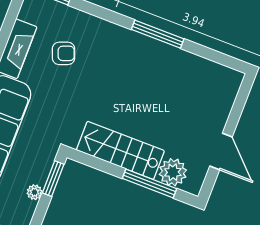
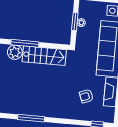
window: (158, 34) -> (31, 118), moved
window: (53, 179) -> (75, 21), moved

